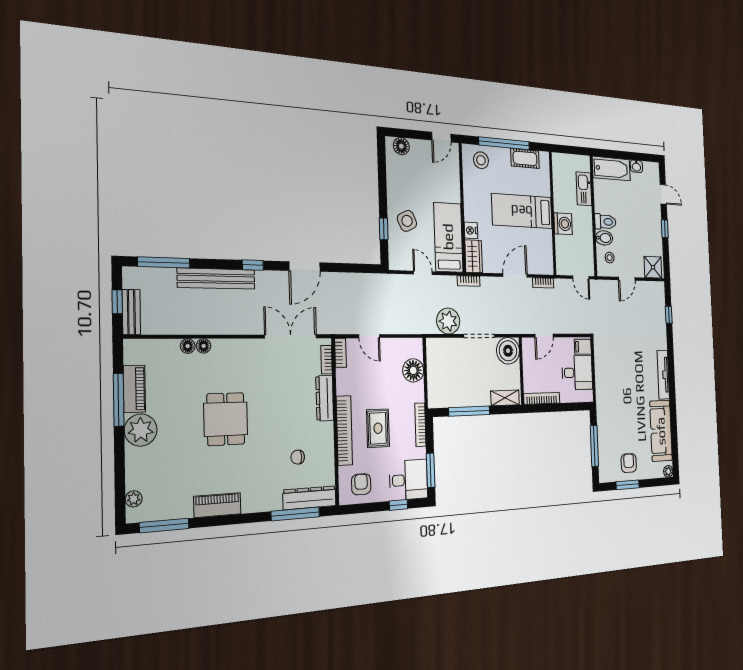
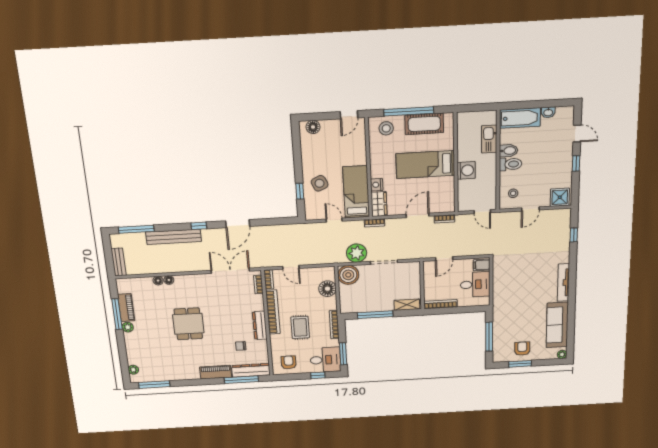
cot: (525, 158) -> (424, 124), width x1.37, depth x1.34
bidet: (604, 238) -> (508, 151), moved
window: (117, 302) -> (109, 256), removed
boiler: (508, 351) -> (348, 275), moved
dresser: (325, 398) -> (260, 325), moved
plant: (141, 430) -> (128, 327), width x0.53, depth x0.53
bookcase: (344, 431) -> (273, 312), moved
piano: (217, 505) -> (216, 372), moved

